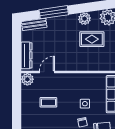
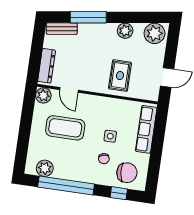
rug: (92, 39) -> (120, 76), moved, turned 90
door: (47, 72) -> (69, 90), swing flipped
coffee table: (48, 102) -> (65, 128), width x1.86, depth x1.72

